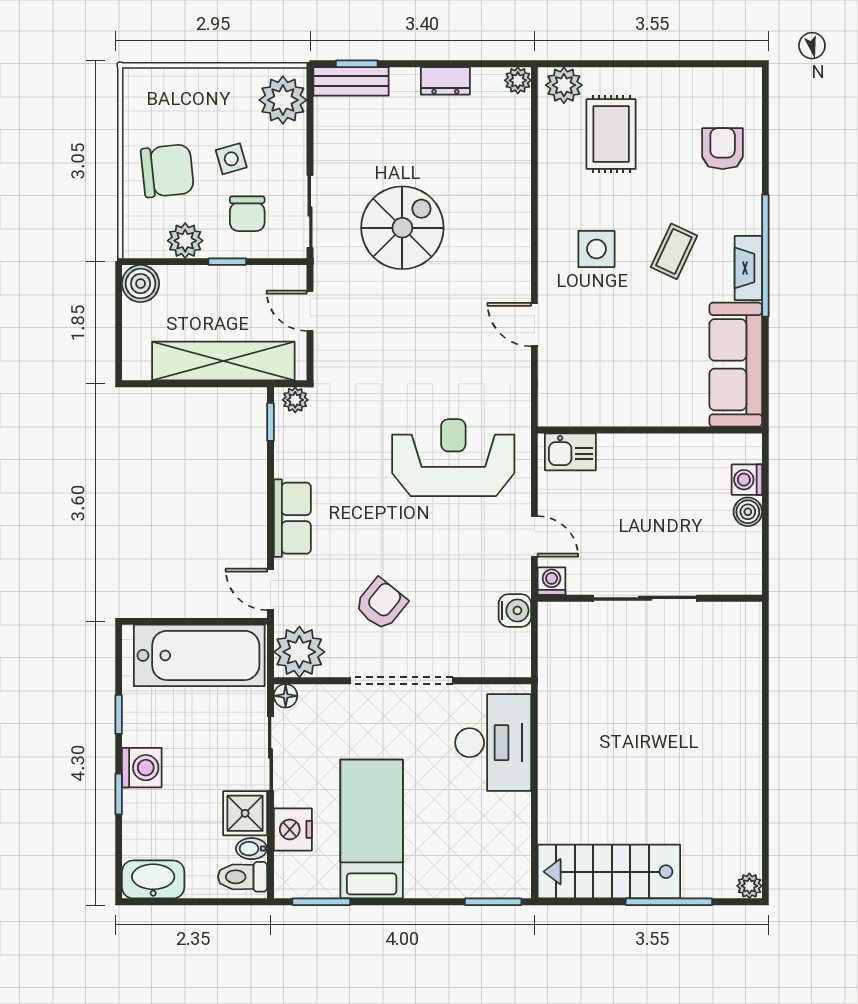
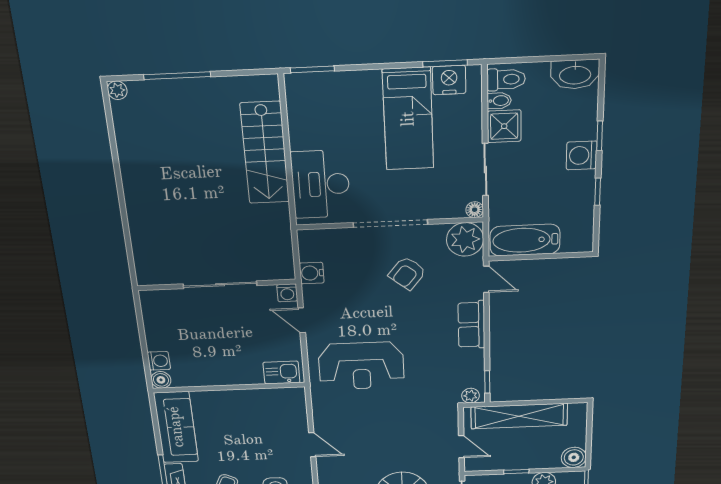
boiler: (748, 512) -> (161, 380), moved
bathtub: (199, 655) -> (525, 240), width x0.73, depth x0.73
nightstand: (293, 829) -> (449, 80), moved, turned -90
stairs: (609, 872) -> (265, 153), moved, turned 90

